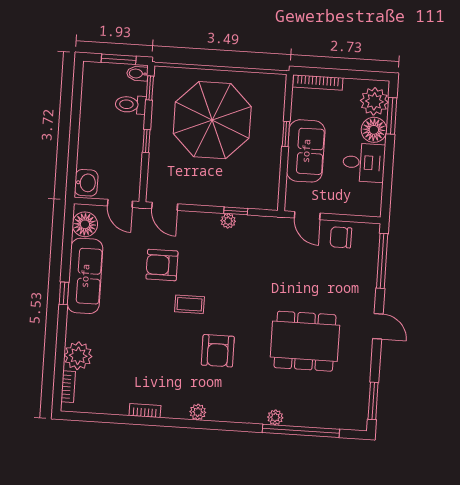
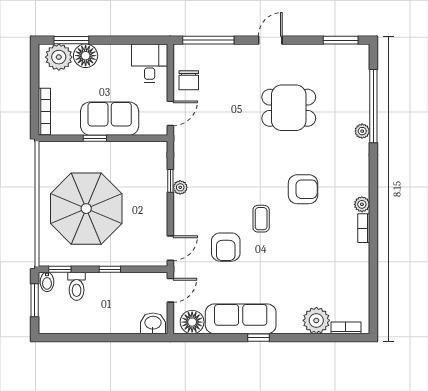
desk: (364, 163) -> (150, 63), moved
dining table: (305, 341) -> (289, 108), width x0.73
bookcase: (145, 411) -> (364, 228), moved

